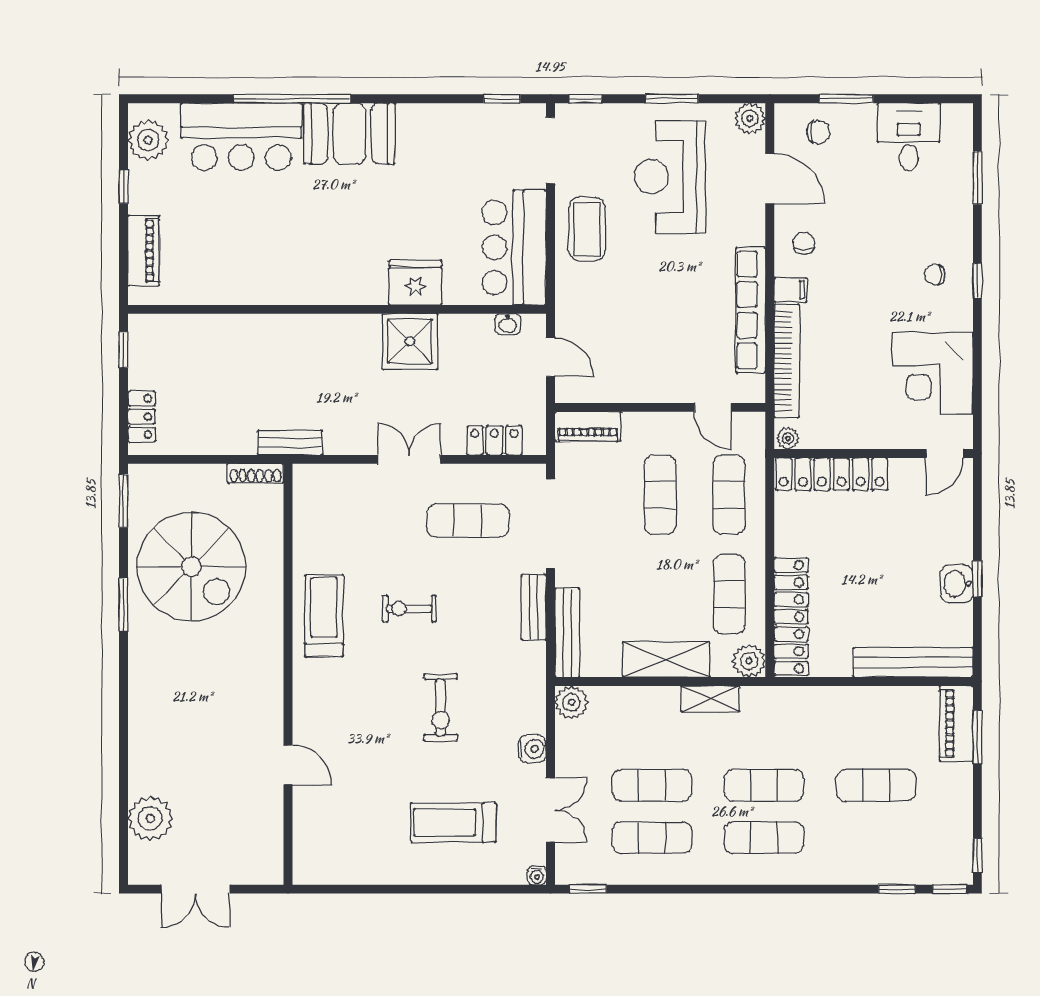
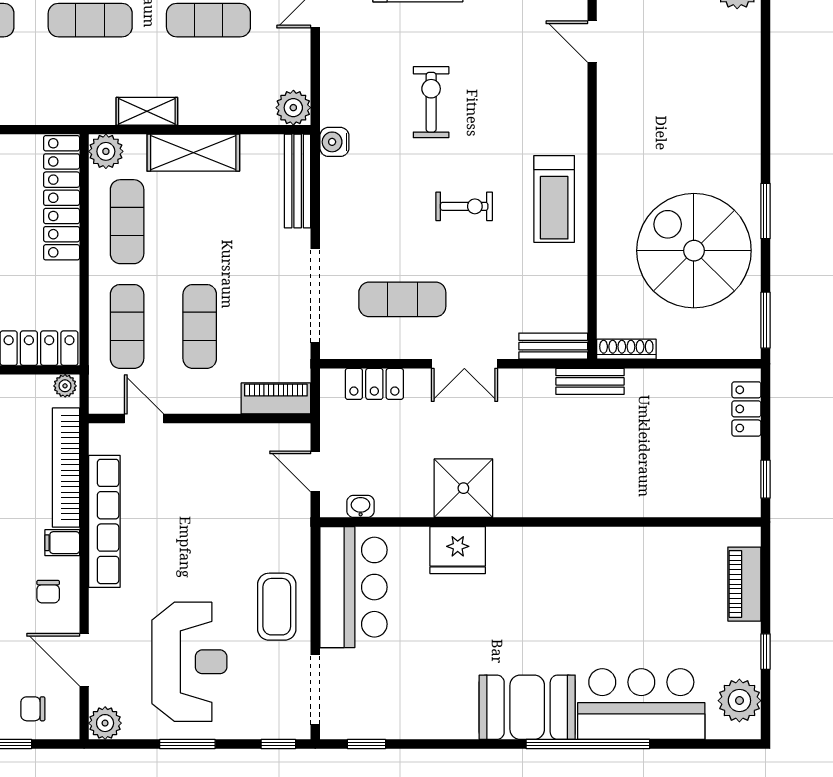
bench: (534, 607) -> (553, 346), moved, turned 90
water cooler: (532, 749) -> (334, 142), moved

